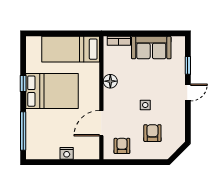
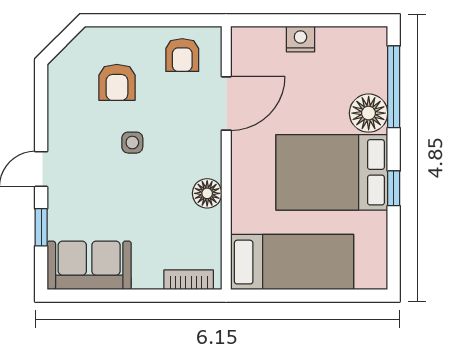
sofa: (151, 48) -> (89, 265), moved
floor lamp: (35, 119) -> (369, 113), added

